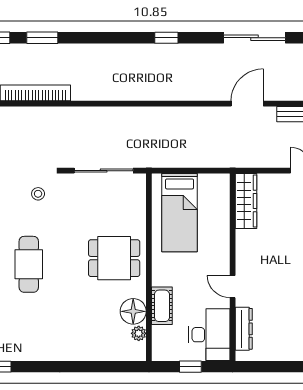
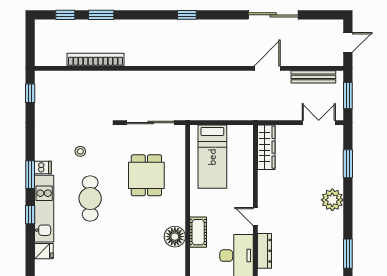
window: (166, 38) -> (187, 15), moved
stool: (38, 194) -> (80, 151), moved
dining table: (114, 258) -> (146, 175), moved, turned 90
plant: (139, 333) -> (179, 254), removed

